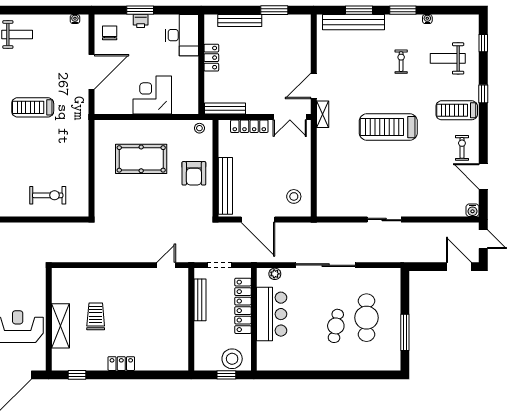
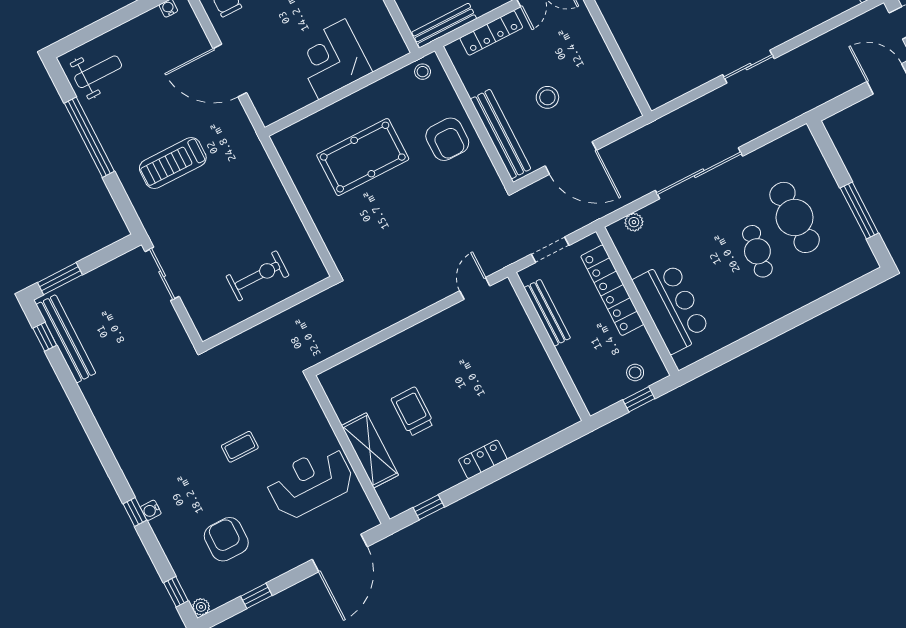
door: (91, 72) -> (230, 71), swing flipped
stool: (294, 196) -> (547, 97), moved
bar counter: (272, 314) -> (672, 307), moved
stool: (232, 359) -> (635, 373), width x0.53, depth x0.53

